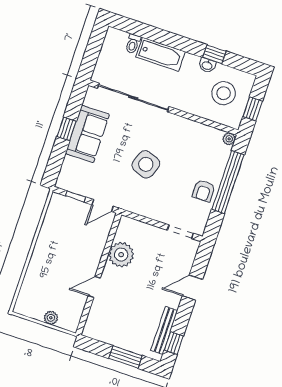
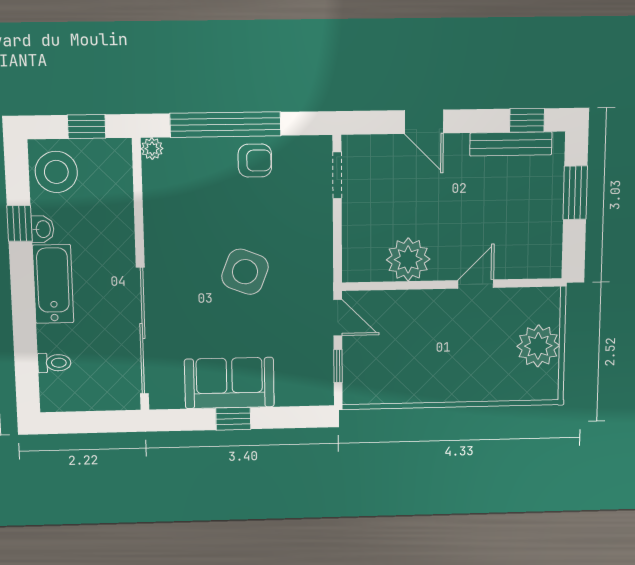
bathtub: (160, 54) -> (53, 284), moved
stool: (224, 93) -> (56, 172), moved
door: (94, 287) -> (476, 284), swing flipped
plant: (51, 318) -> (538, 346), width x1.87, depth x1.87

